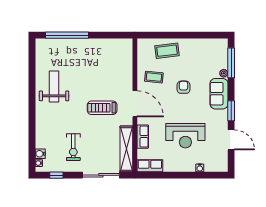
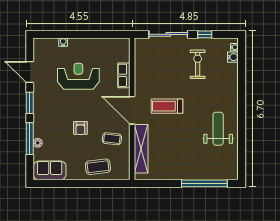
window: (231, 63) -> (30, 139), moved
weight bench: (54, 86) -> (218, 129), turned 180
sofa: (219, 94) -> (50, 170), moved, turned -90
treadmill: (102, 108) -> (167, 106), turned 180
shelving: (126, 149) -> (141, 149), moved
row of seats: (150, 166) -> (116, 44), removed
window: (56, 175) -> (205, 34), moved

